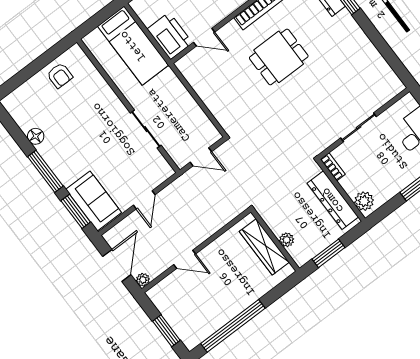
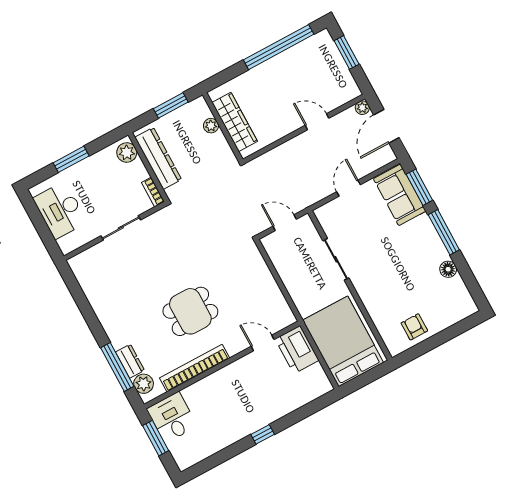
bed: (133, 46) -> (343, 341), width x1.50

